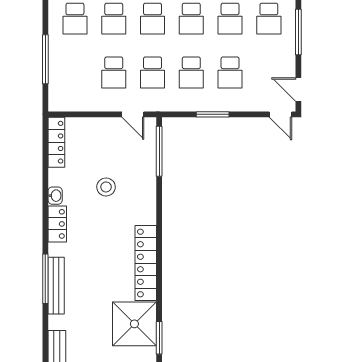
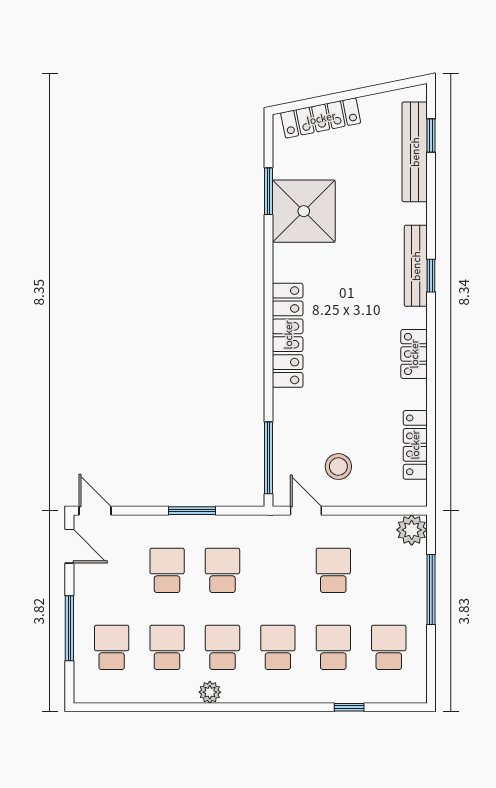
school desk: (153, 72) -> (278, 570), removed
plant: (59, 101) -> (412, 530), added
locker: (56, 142) -> (415, 445), moved
stool: (106, 187) -> (338, 467), moved
washbasin: (55, 196) -> (417, 394), removed
locker: (146, 263) -> (288, 335), moved
window: (45, 279) -> (431, 276), width x0.46

